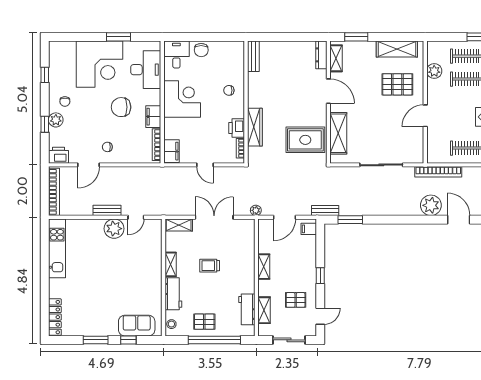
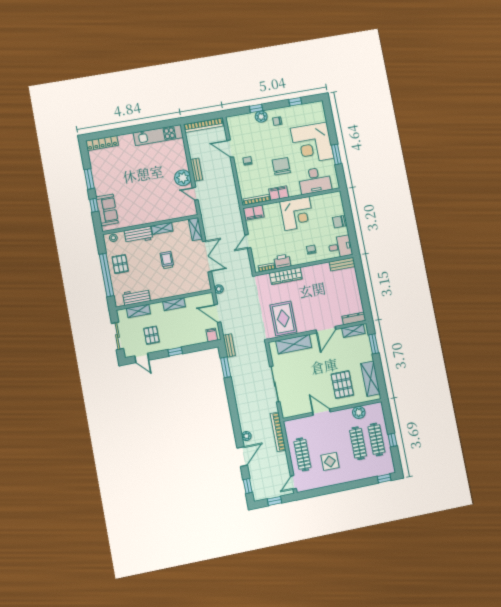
desk: (176, 54) -> (340, 247), moved
printer: (58, 155) -> (233, 123), removed
plant: (431, 205) -> (246, 436), width x0.53, depth x0.53

